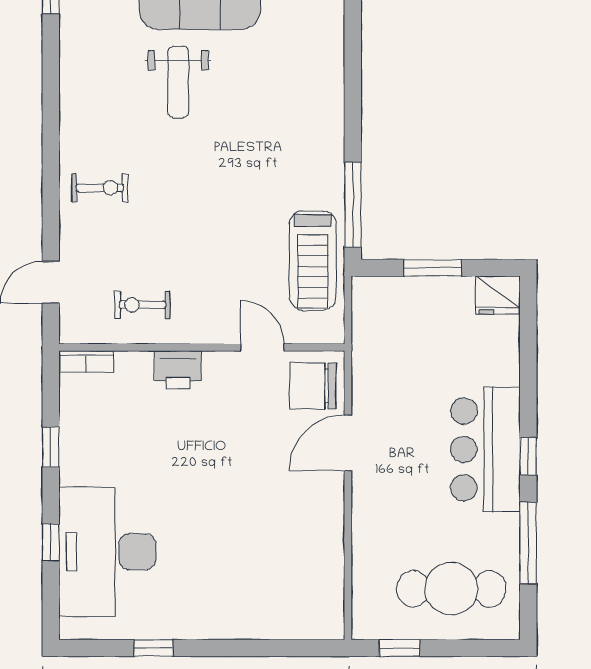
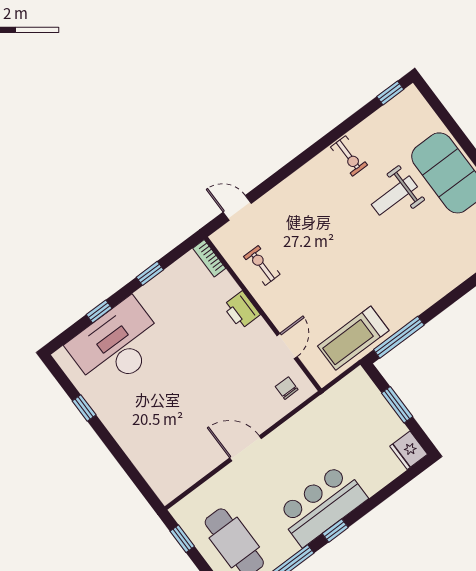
exercise bike: (100, 188) -> (349, 156), moved
chair: (313, 386) -> (287, 388), width x0.54, depth x0.54
door: (348, 443) -> (246, 448), moved

